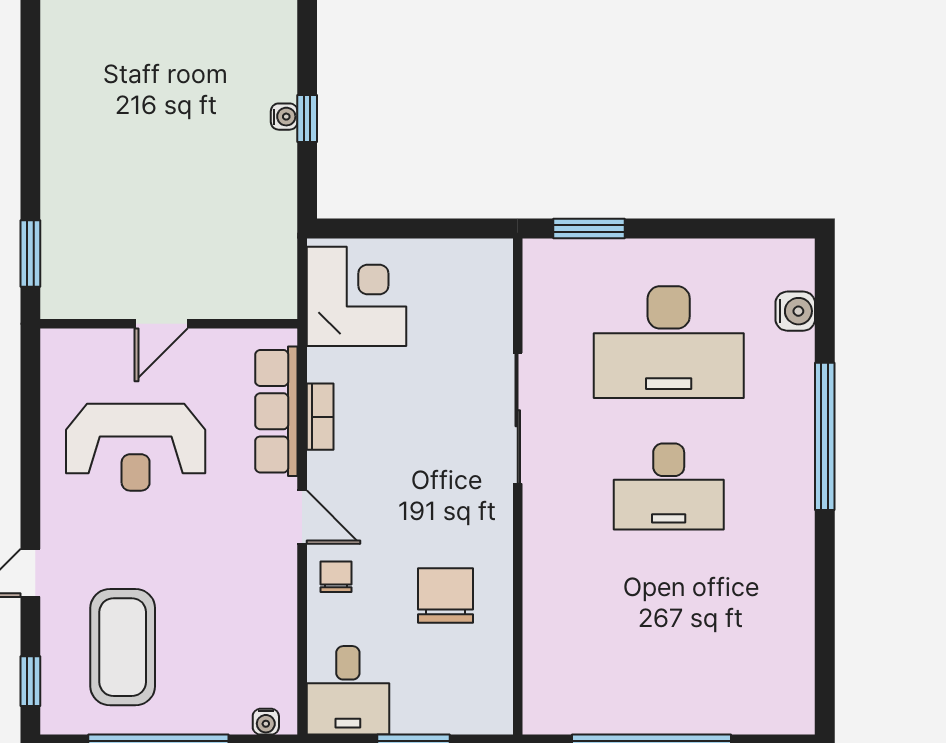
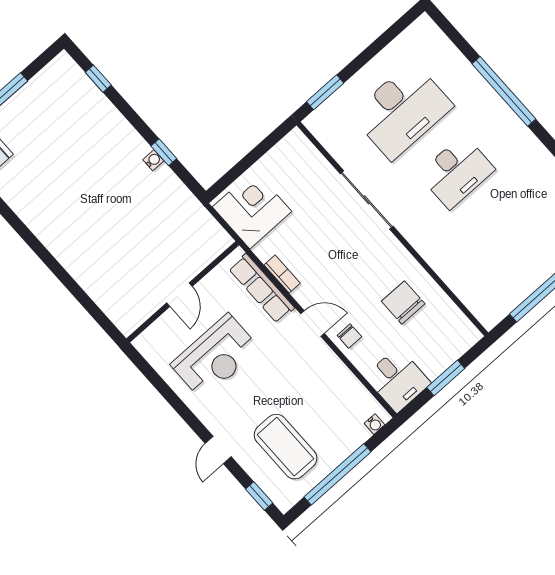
window: (30, 254) -> (97, 314), removed
water cooler: (795, 311) -> (444, 49), removed
chair: (336, 577) -> (349, 336), turned 180

